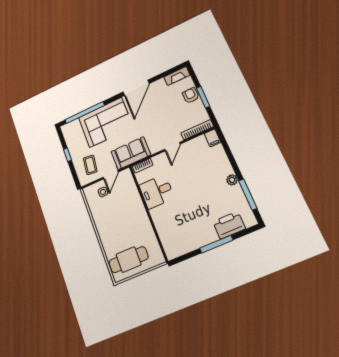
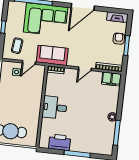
filing cabinet: (212, 138) -> (111, 79), width x2.00
desk: (157, 192) -> (55, 107), moved
printer: (229, 225) -> (60, 142), moved

